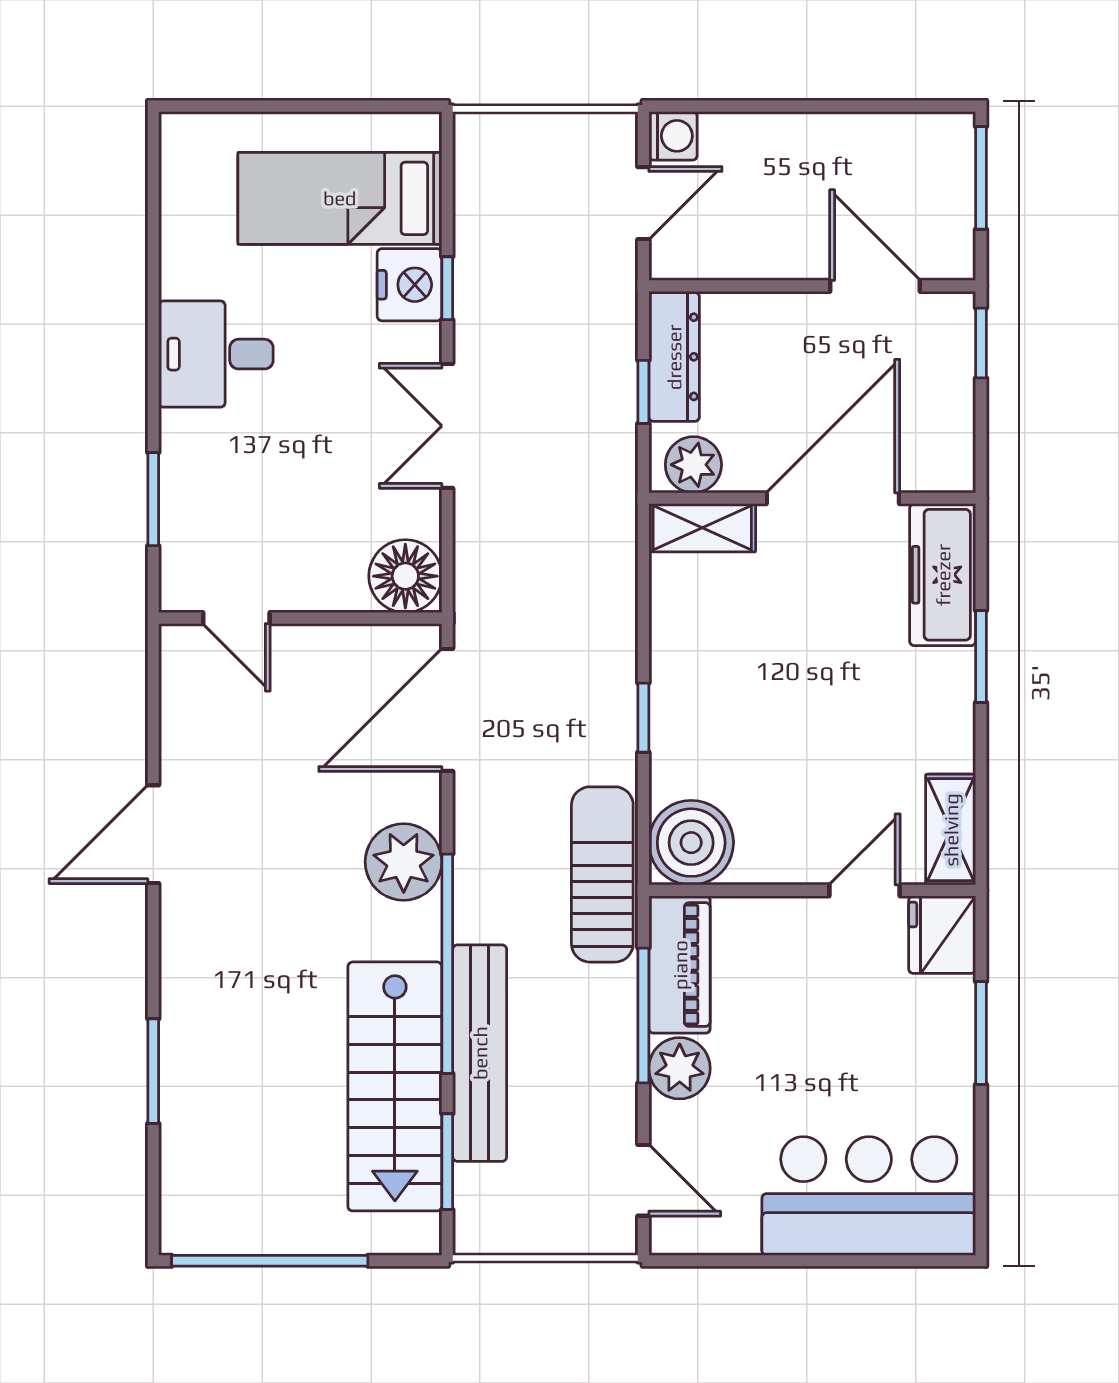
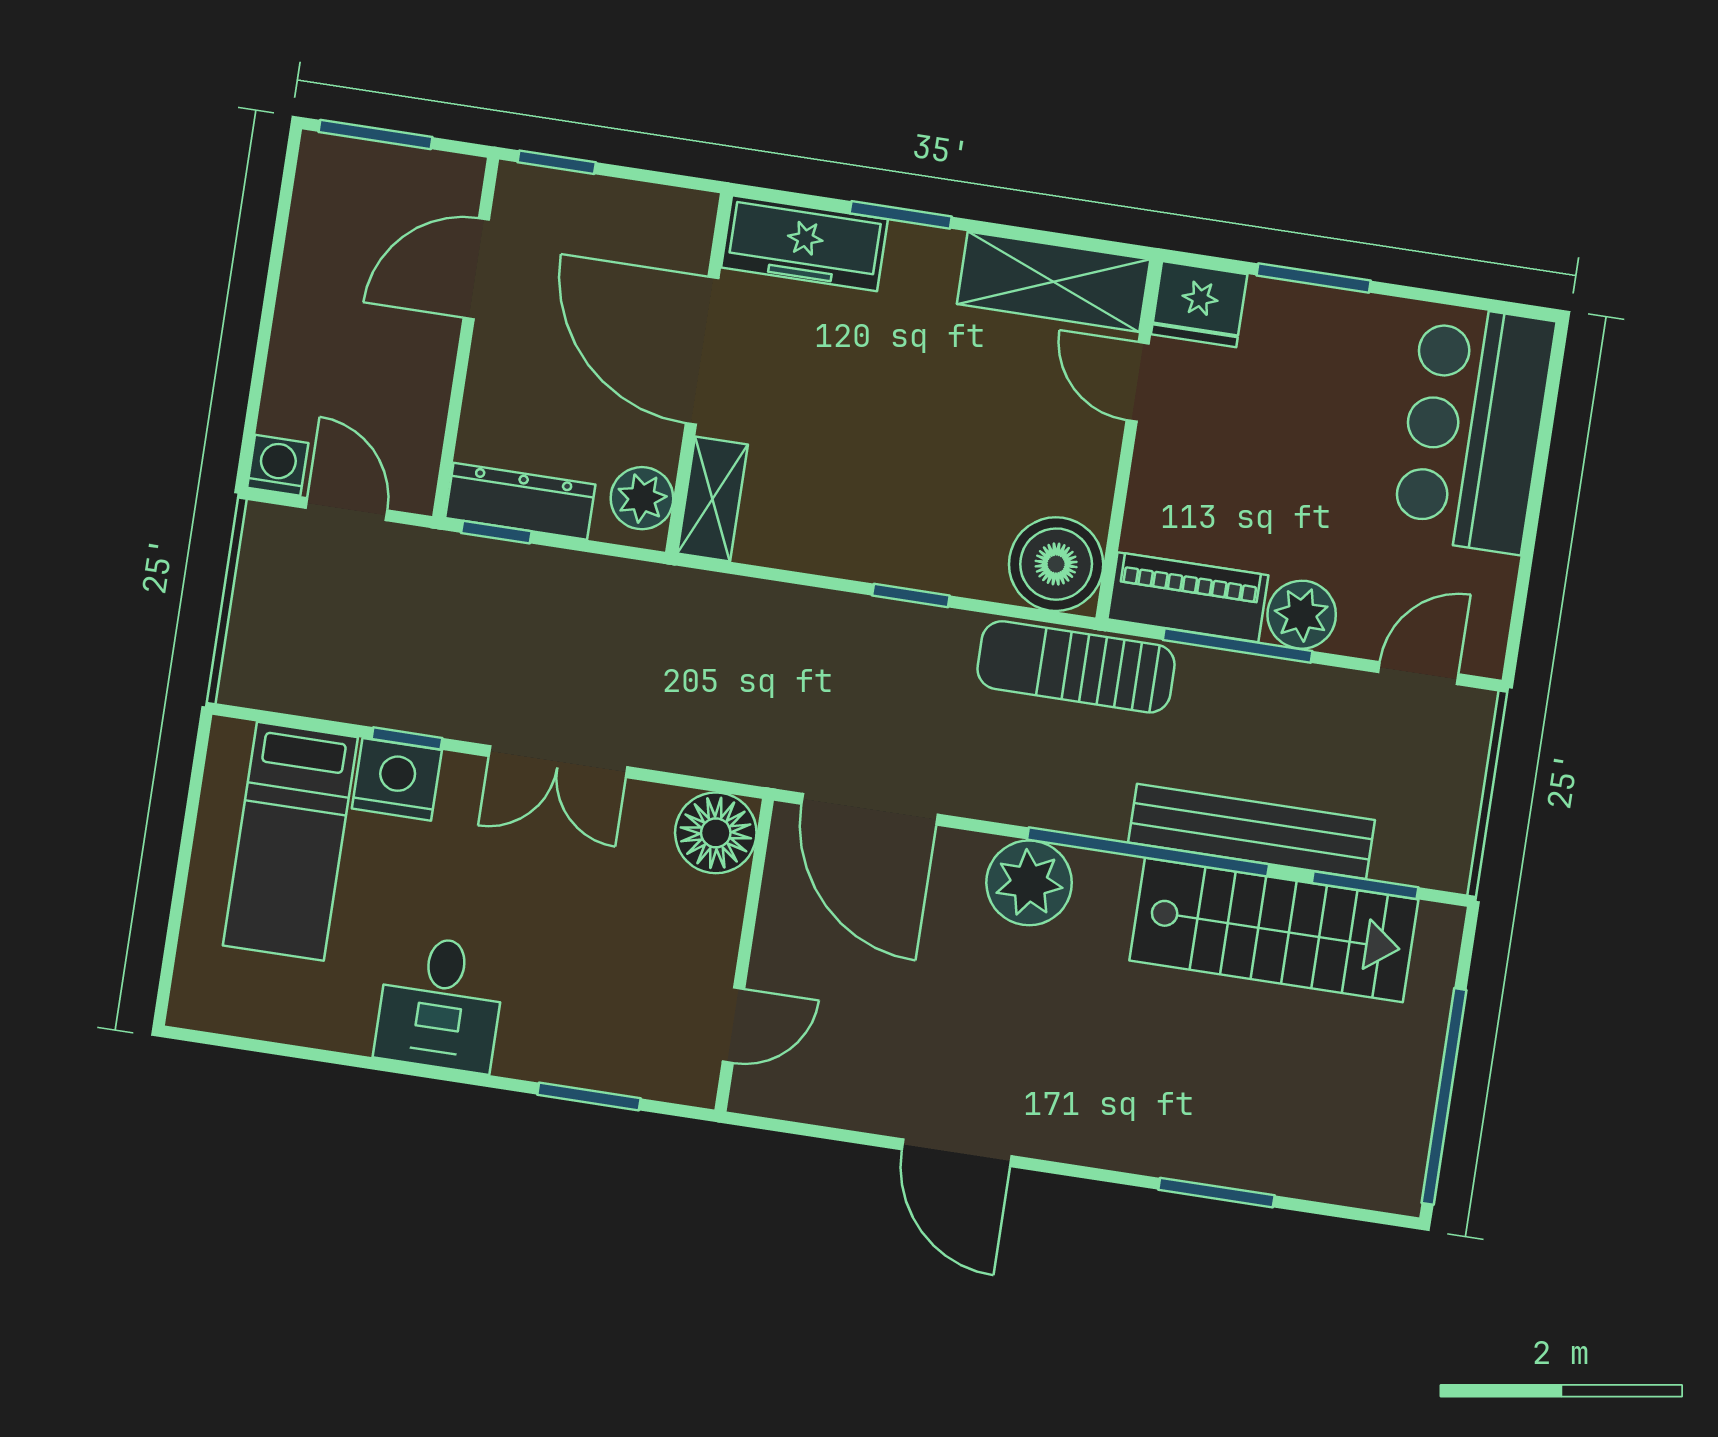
window: (643, 392) -> (496, 532), moved
shelving: (951, 830) -> (1054, 282), width x1.50, depth x1.33

